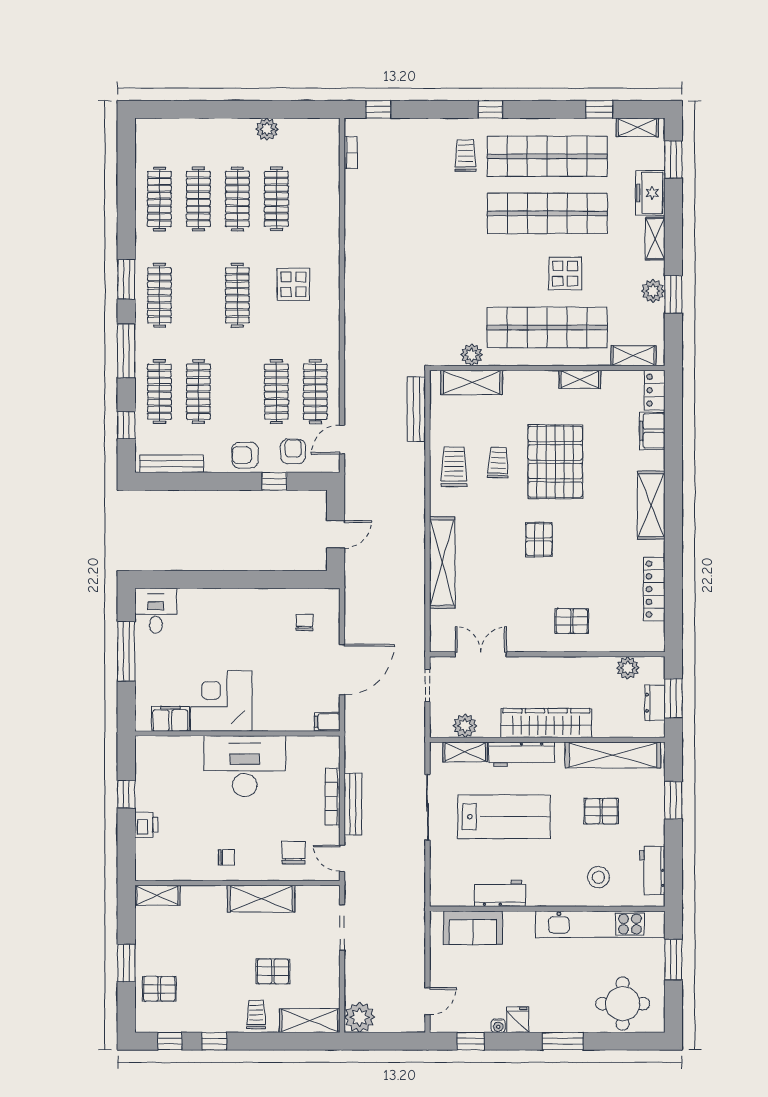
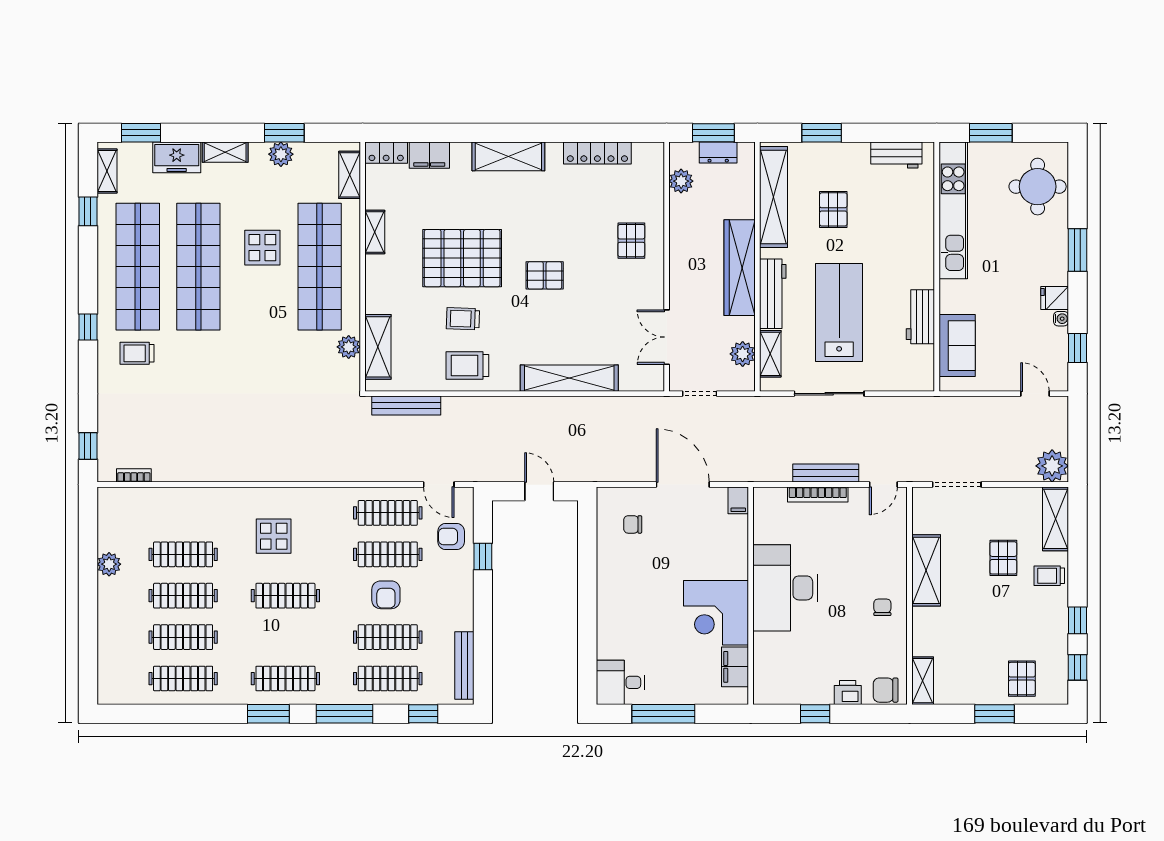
armchair: (245, 455) -> (386, 595), moved
chair: (293, 853) -> (886, 690), moved
stool: (598, 877) -> (903, 212), removed

